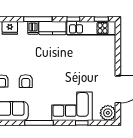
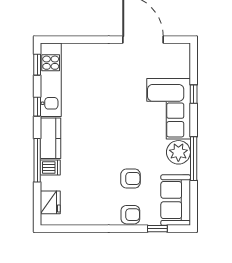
plant: (108, 113) -> (178, 152), moved

